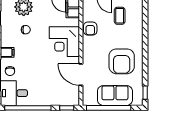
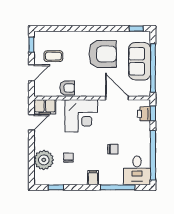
chair: (10, 71) -> (113, 149), moved
door: (81, 75) -> (117, 98), swing flipped
printer: (66, 100) -> (144, 114), added

